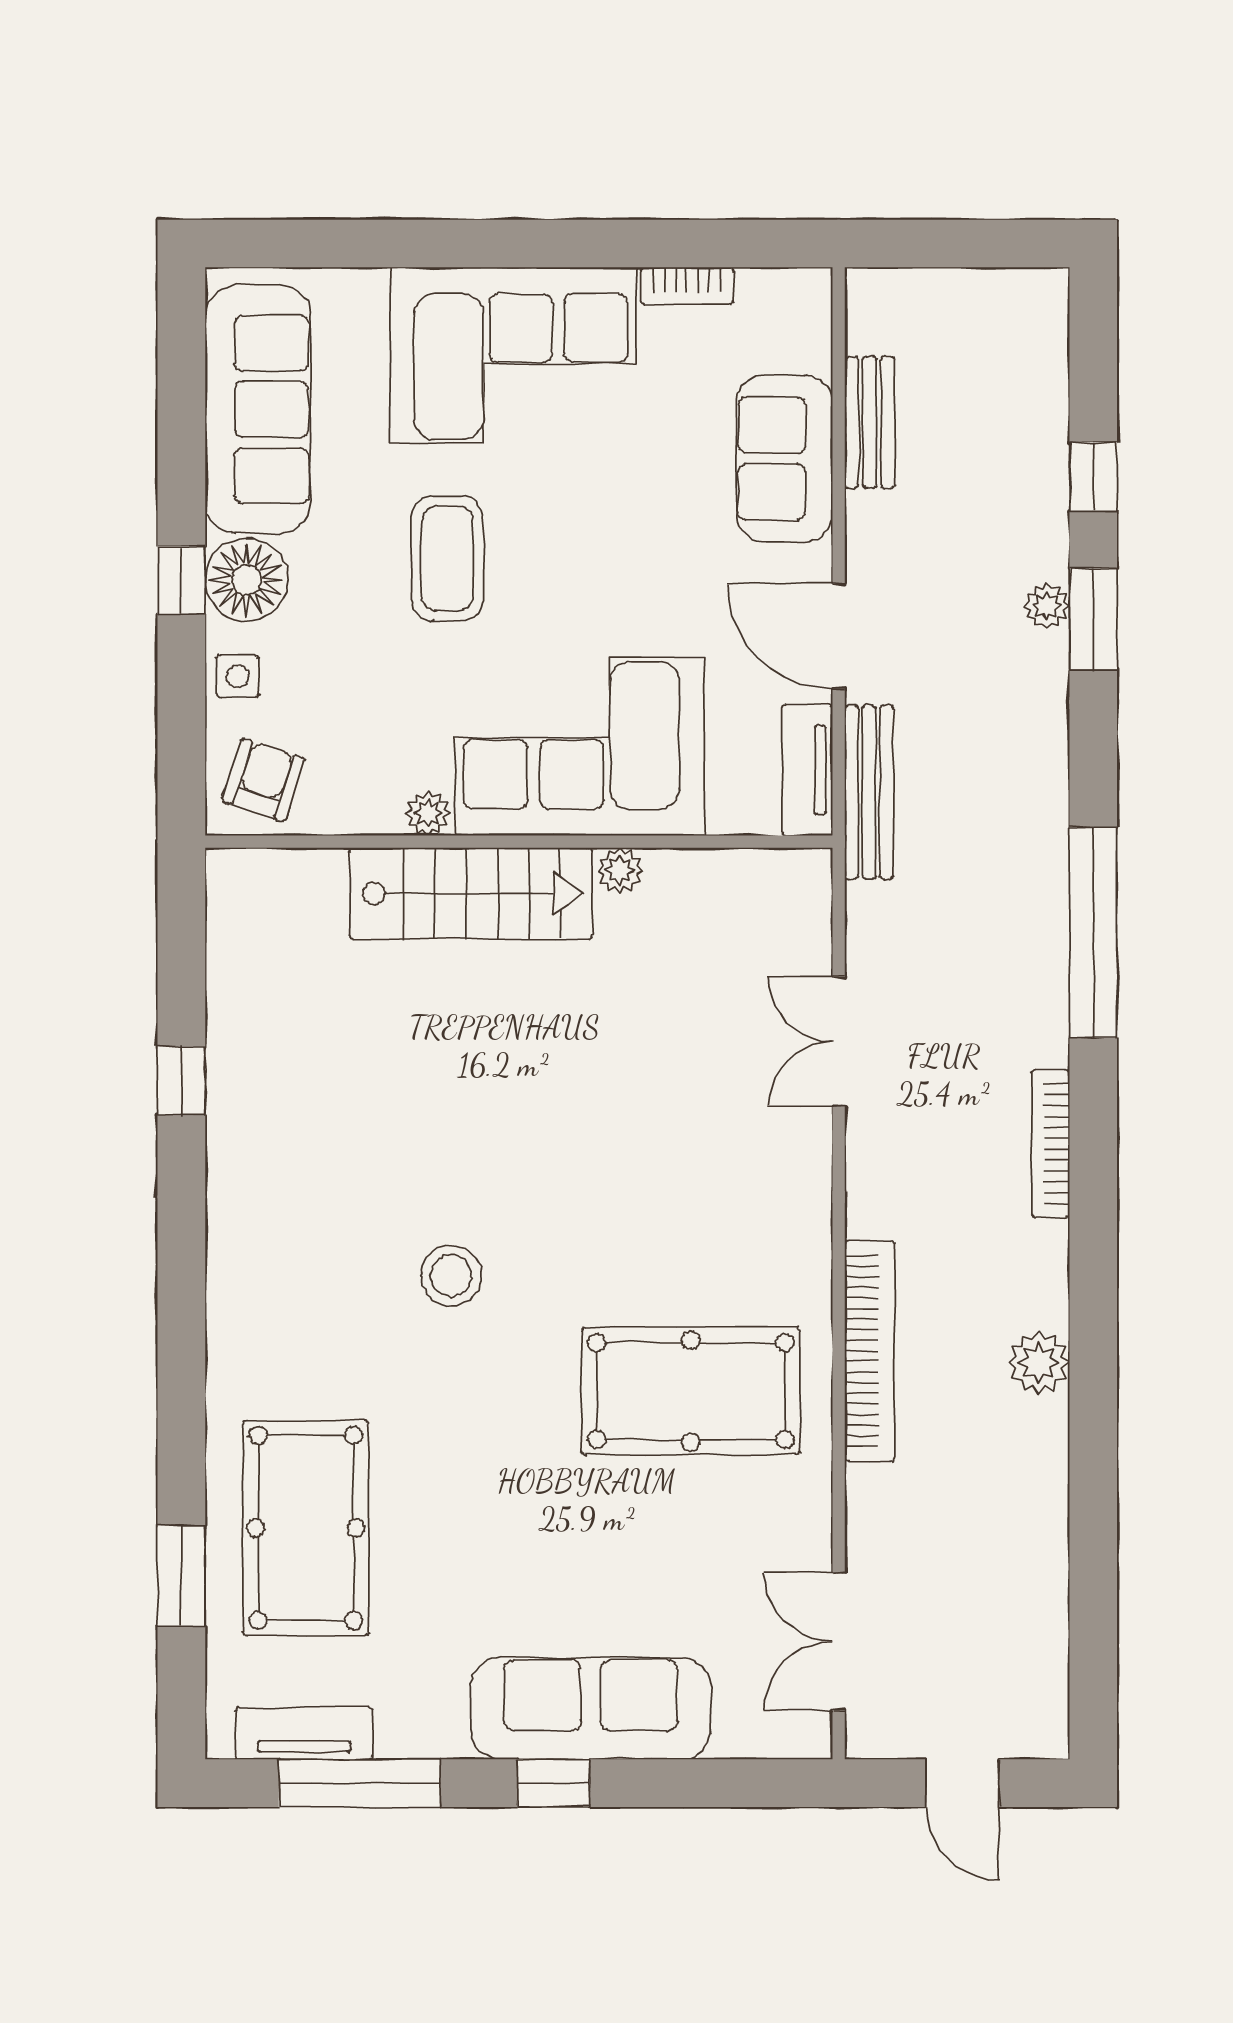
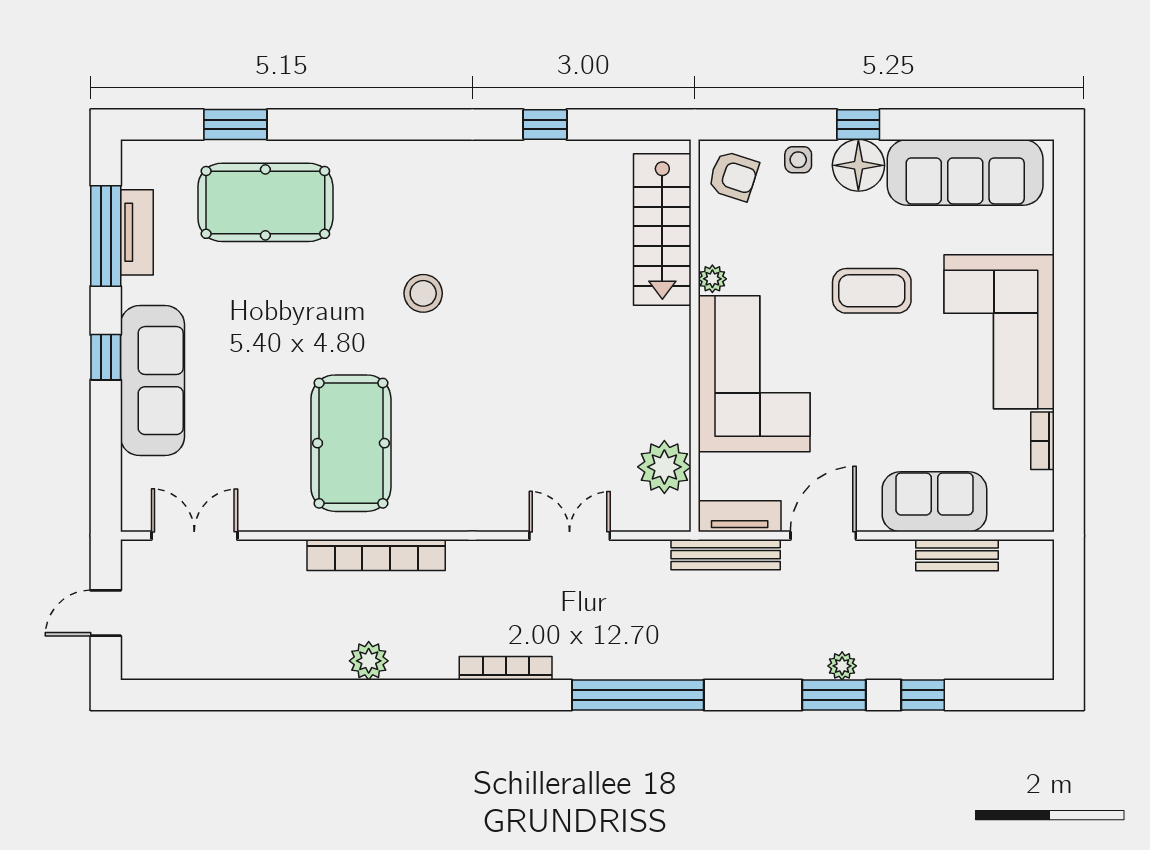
plant: (620, 870) -> (664, 467), moved, width x1.88, depth x1.88
stairs: (471, 893) -> (662, 229), moved
tv unit: (304, 1733) -> (137, 232), moved

